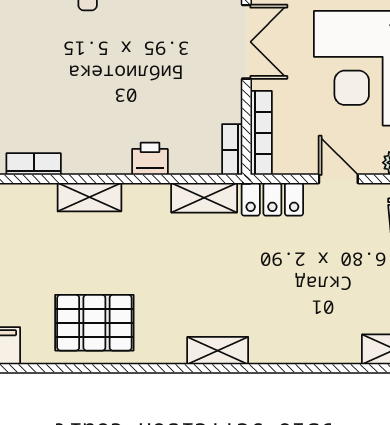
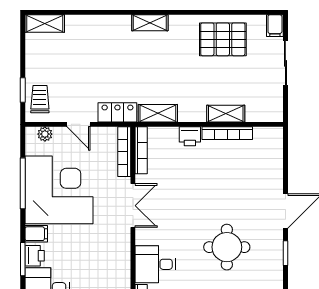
double door: (246, 42) -> (133, 206), swing flipped
bookcase: (232, 150) -> (141, 150), width x1.56
bookcase: (34, 164) -> (227, 133), moved, width x1.56

